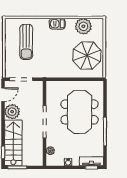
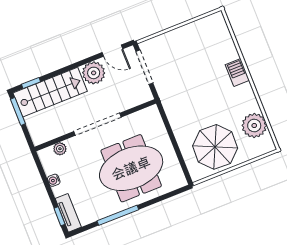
barbecue: (57, 24) -> (237, 73), moved
sun lounger: (26, 42) -> (200, 54), removed

